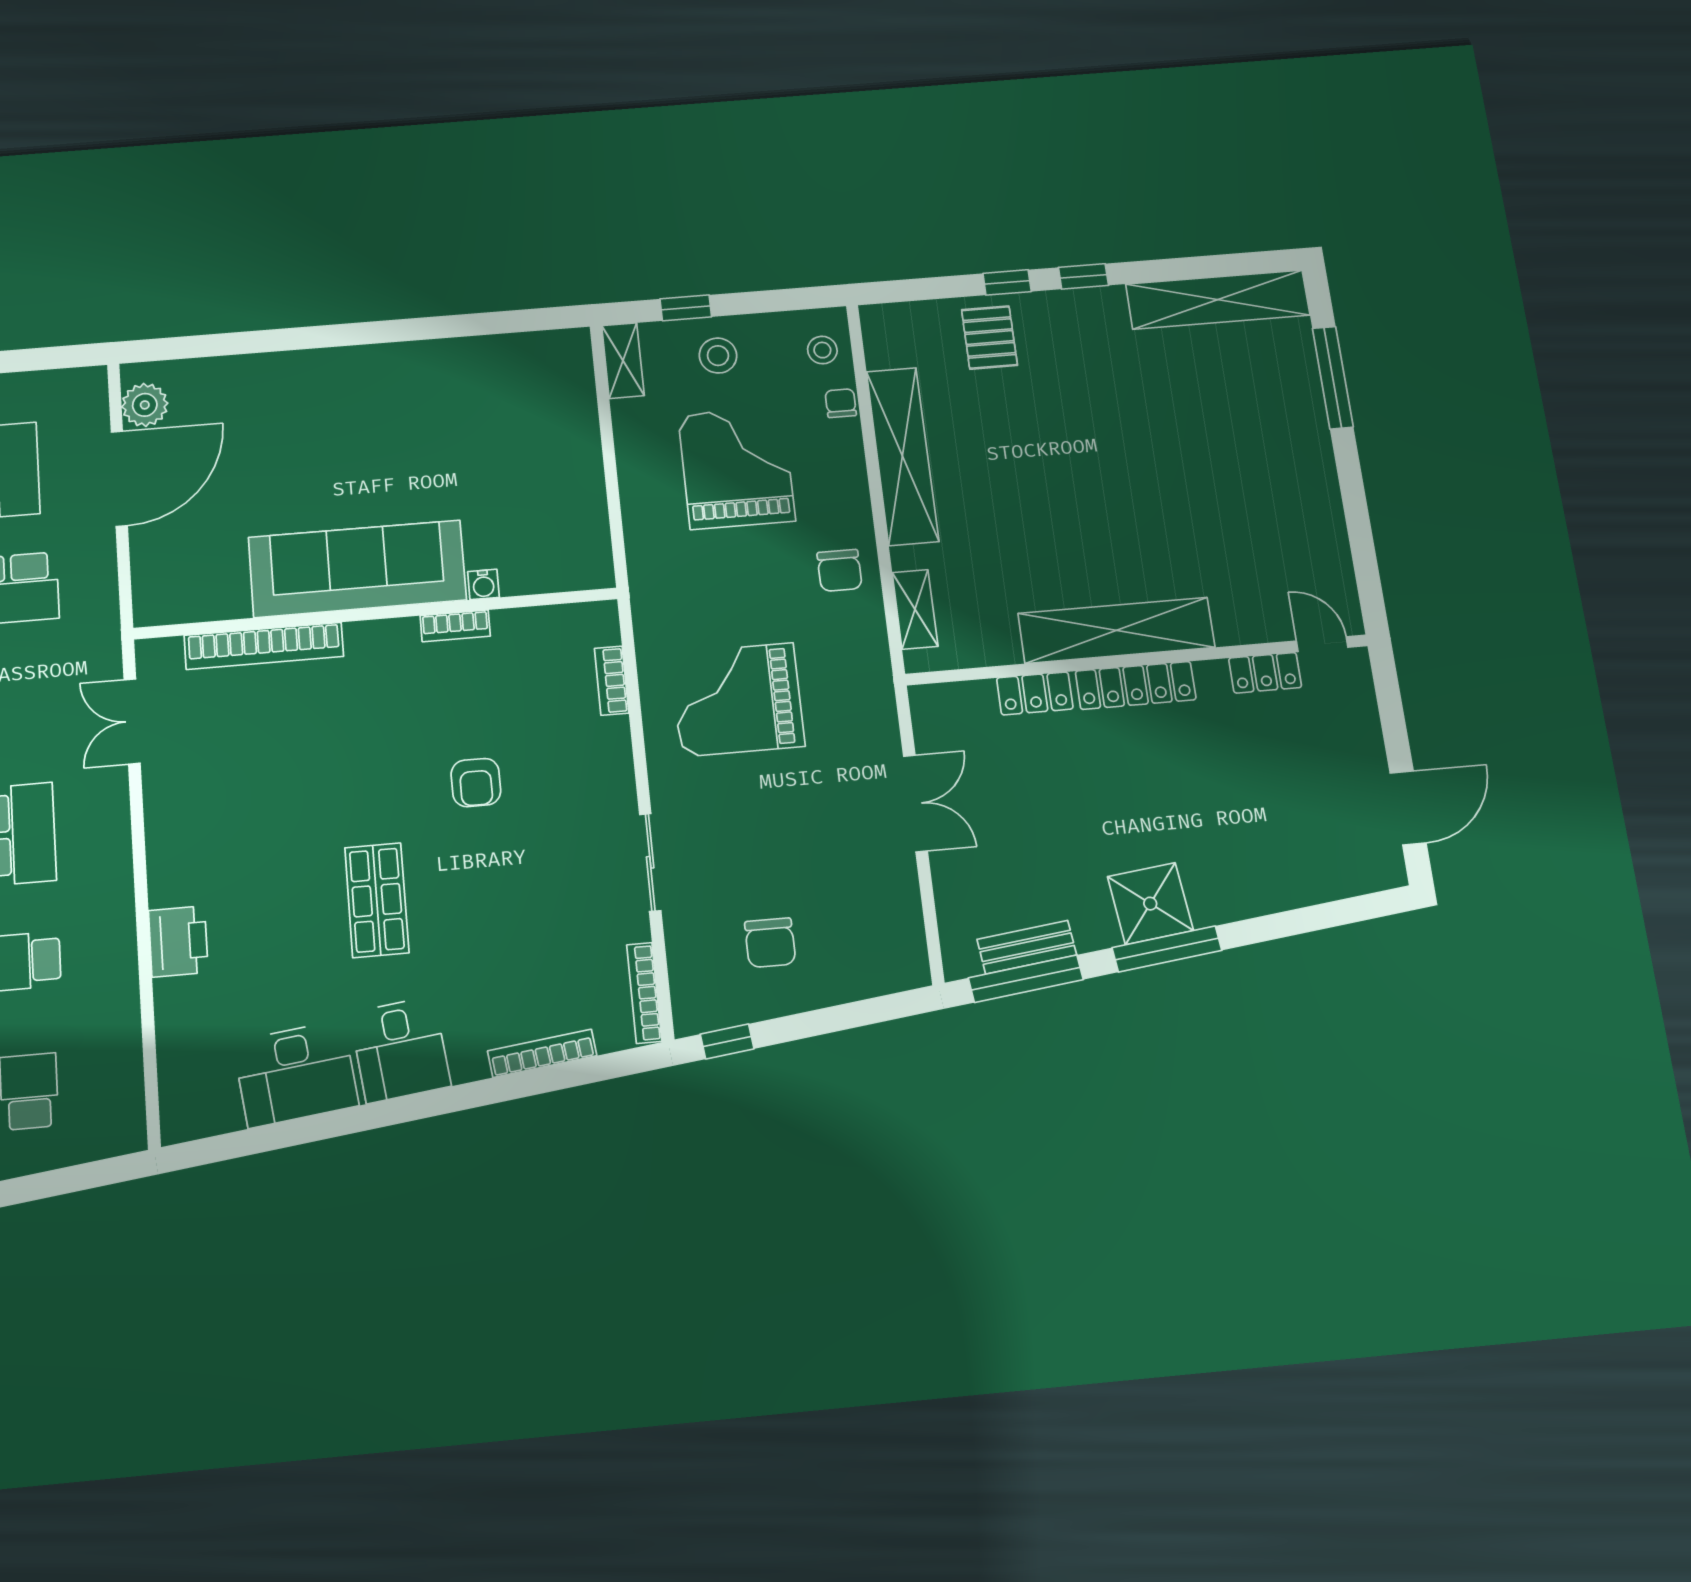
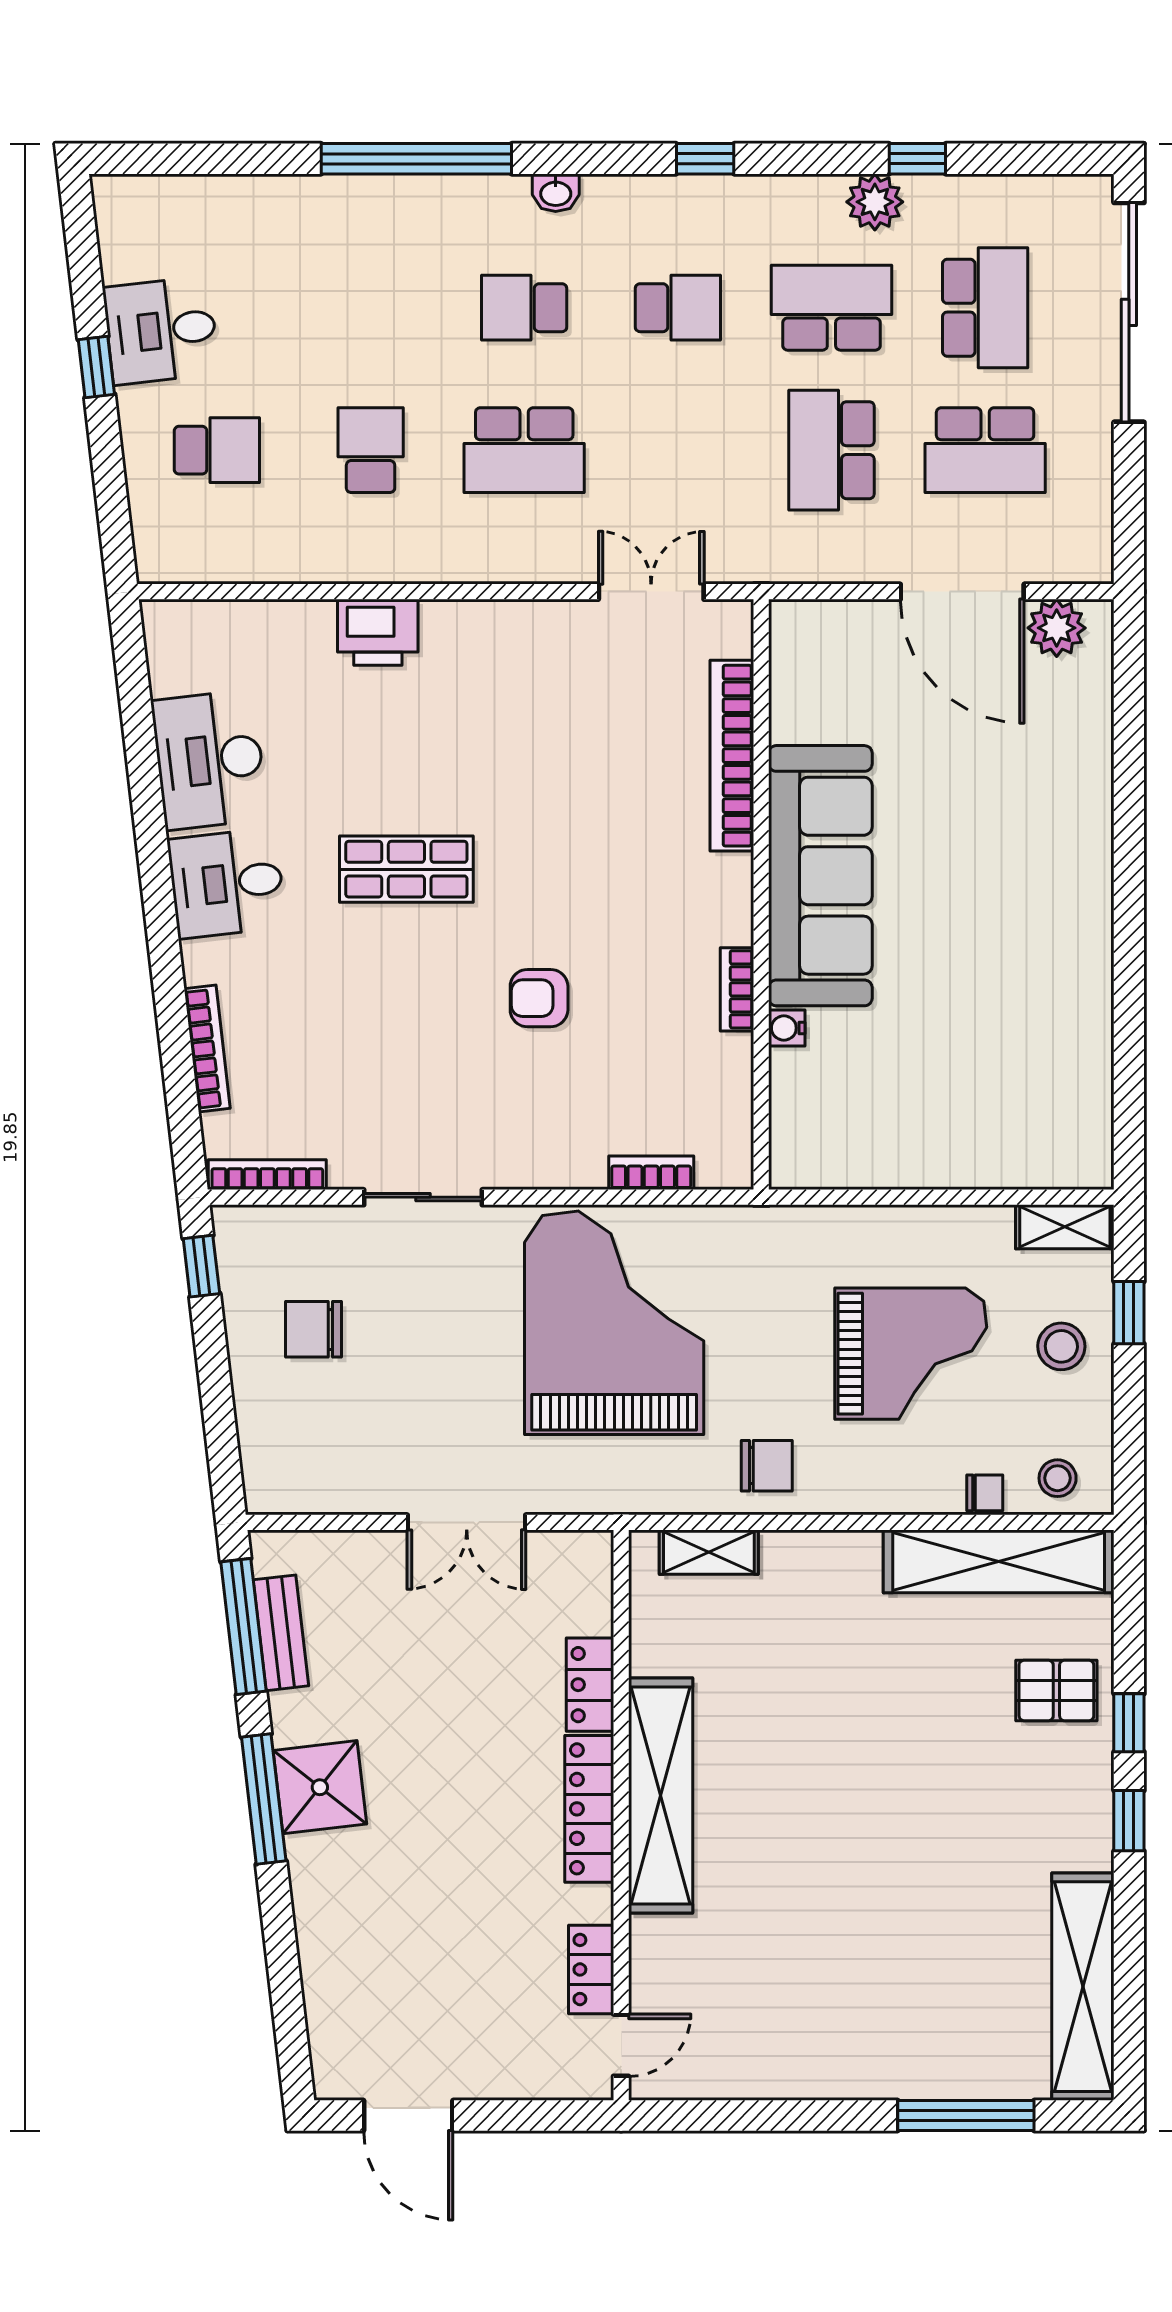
shelving: (902, 456) -> (999, 1561), moved
chair: (840, 570) -> (767, 1466), turned 180
grand piano: (737, 700) -> (614, 1323), width x1.37, depth x1.48

